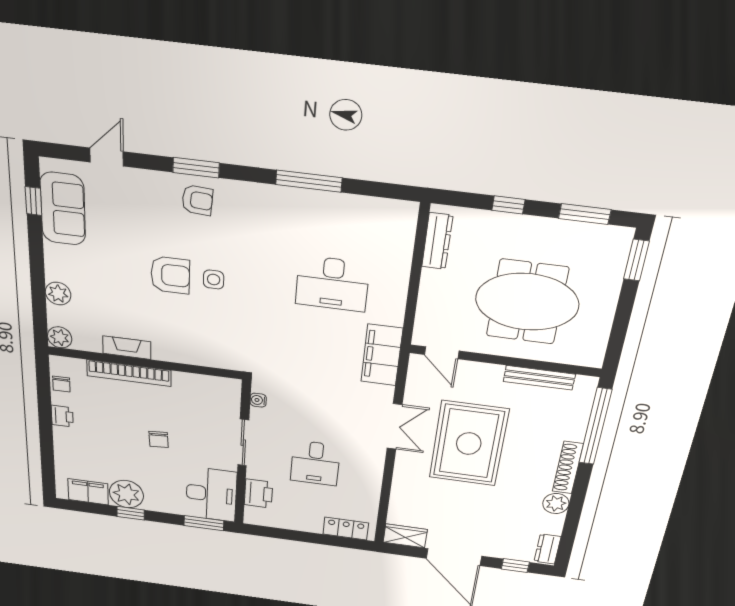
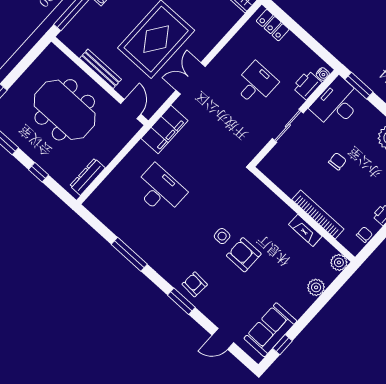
bench: (539, 378) -> (100, 69), moved
water cooler: (258, 400) -> (323, 74), moved

